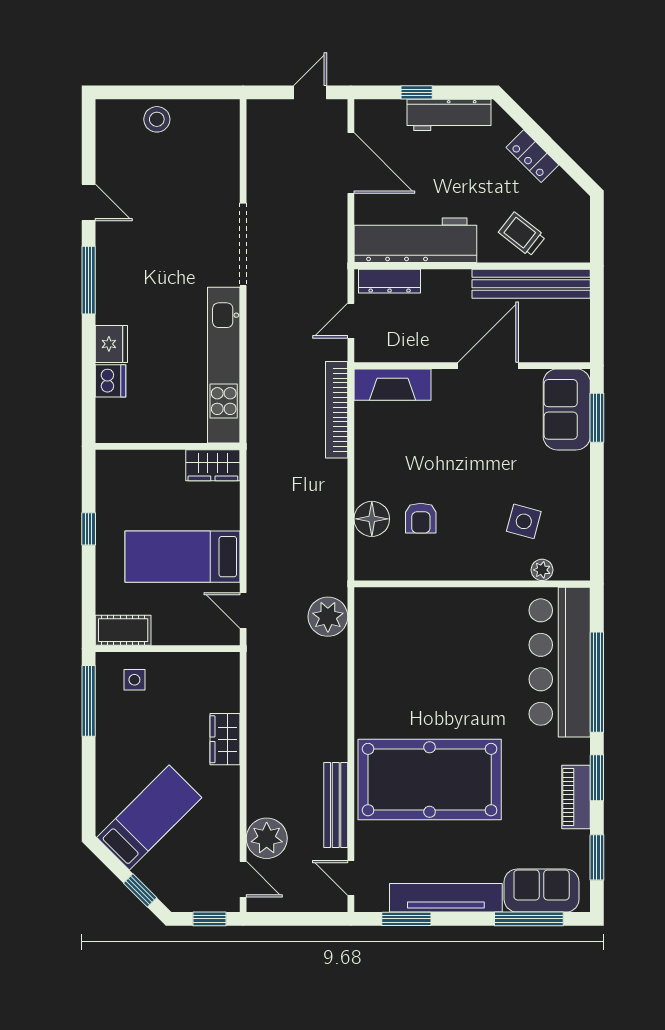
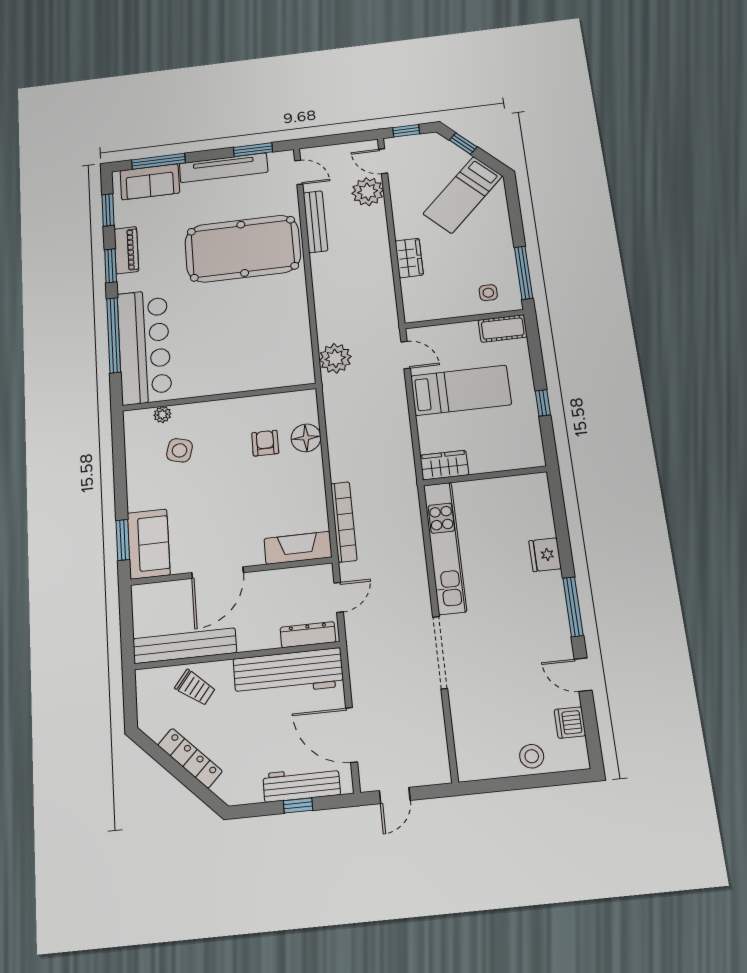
workbench: (449, 115) -> (302, 784), moved
locker: (532, 156) -> (190, 758), width x1.53
dishwasher: (110, 381) -> (570, 723), moved

